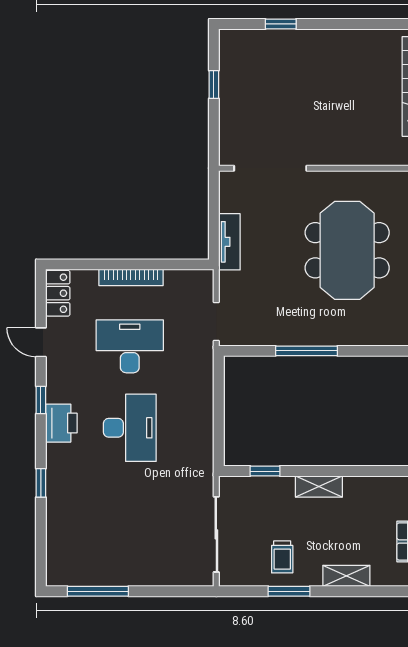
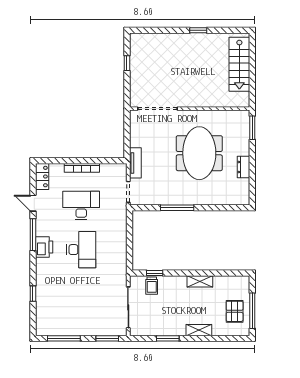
window: (281, 24) -> (198, 30), moved
tv unit: (229, 242) -> (135, 163), moved
window: (41, 400) -> (33, 235), width x2.17
window: (41, 483) -> (33, 294), moved
shelving: (319, 486) -> (200, 281), moved
trolley: (282, 557) -> (152, 286), moved
window: (178, 591) -> (107, 338), added

